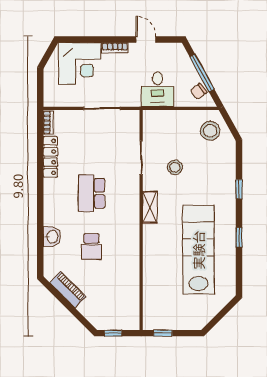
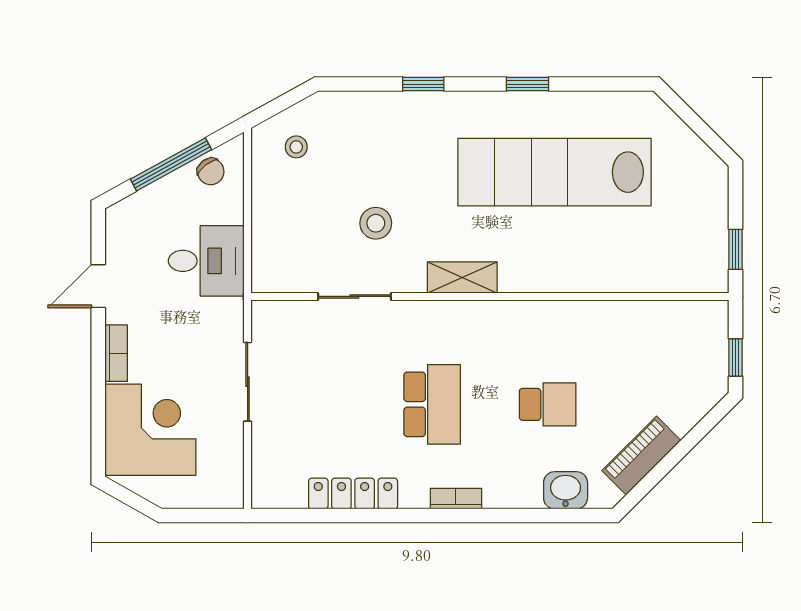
bookcase: (48, 123) -> (456, 499), moved
stool: (210, 131) -> (296, 147), width x0.53, depth x0.53
school desk: (91, 193) -> (432, 404), turned -90
washbasin: (52, 237) -> (566, 490), moved

